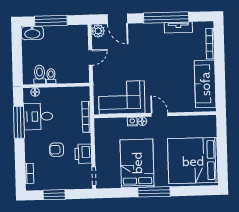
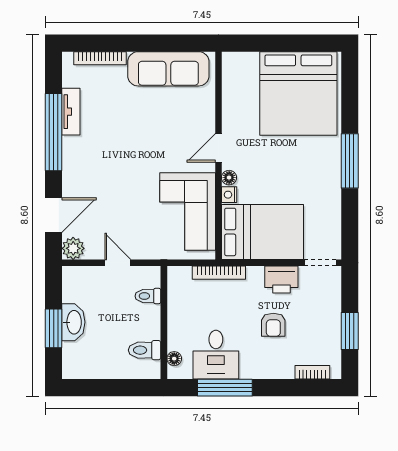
window: (51, 21) -> (54, 328), width x0.69
washbasin: (32, 33) -> (73, 322), moved
toilet: (51, 76) -> (148, 296), moved
bed: (137, 163) -> (263, 232), moved, turned 180

